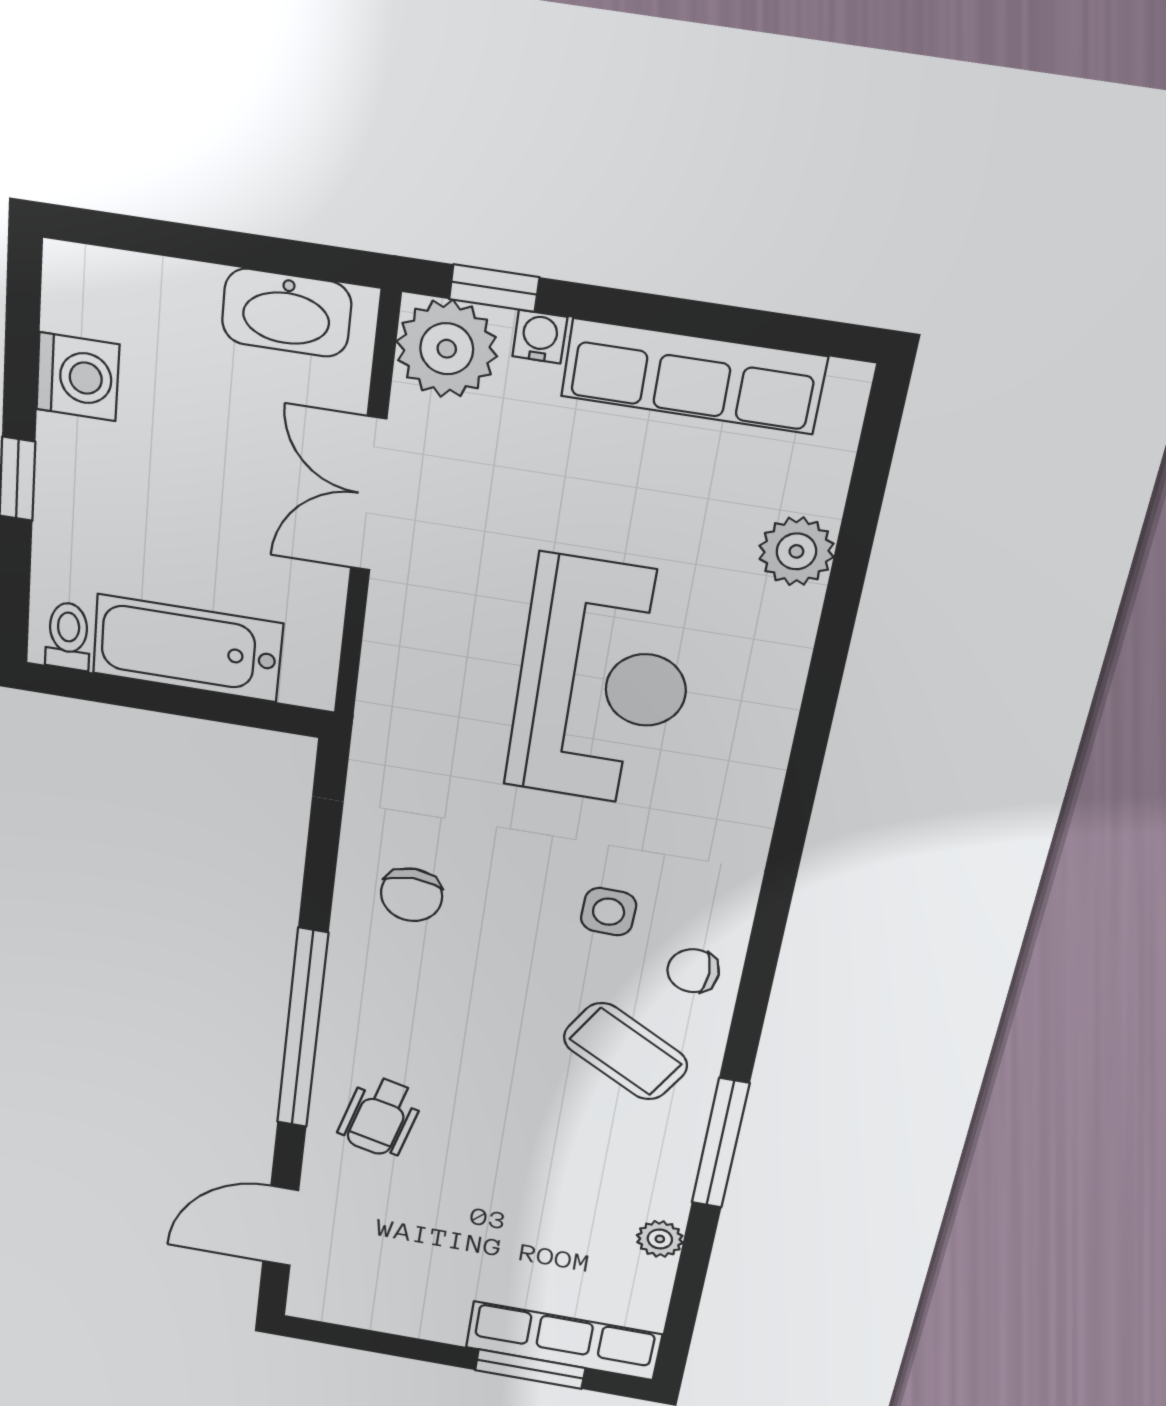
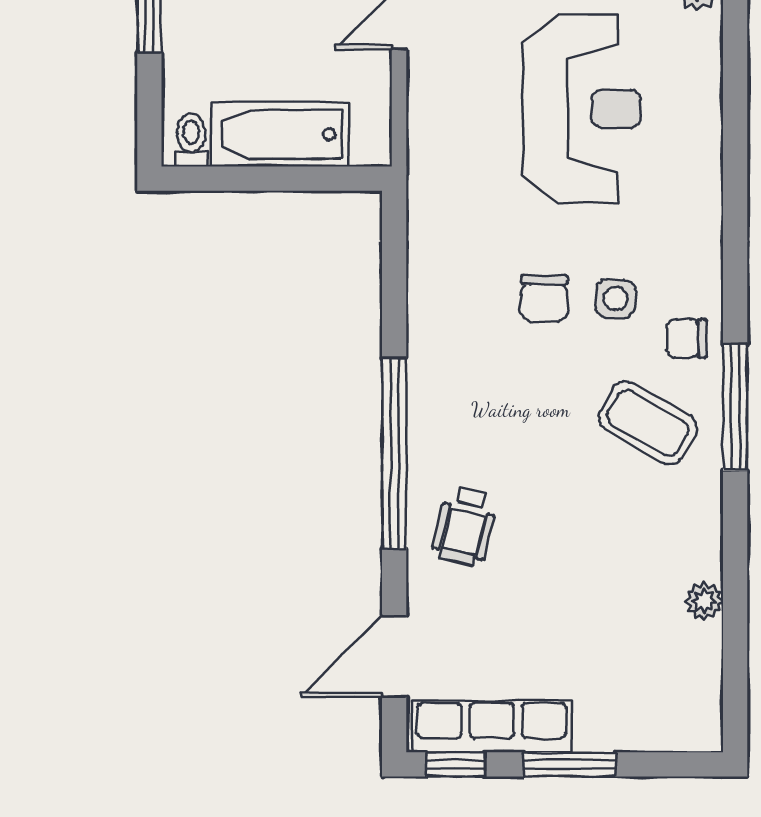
chair: (412, 895) -> (544, 298), moved
window: (720, 1143) -> (735, 408), moved
window: (340, 1336) -> (456, 764), added
row of seats: (564, 1341) -> (492, 727), moved
window: (530, 1369) -> (569, 764), moved

